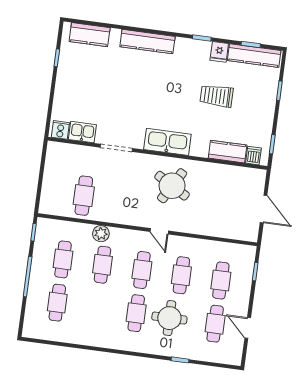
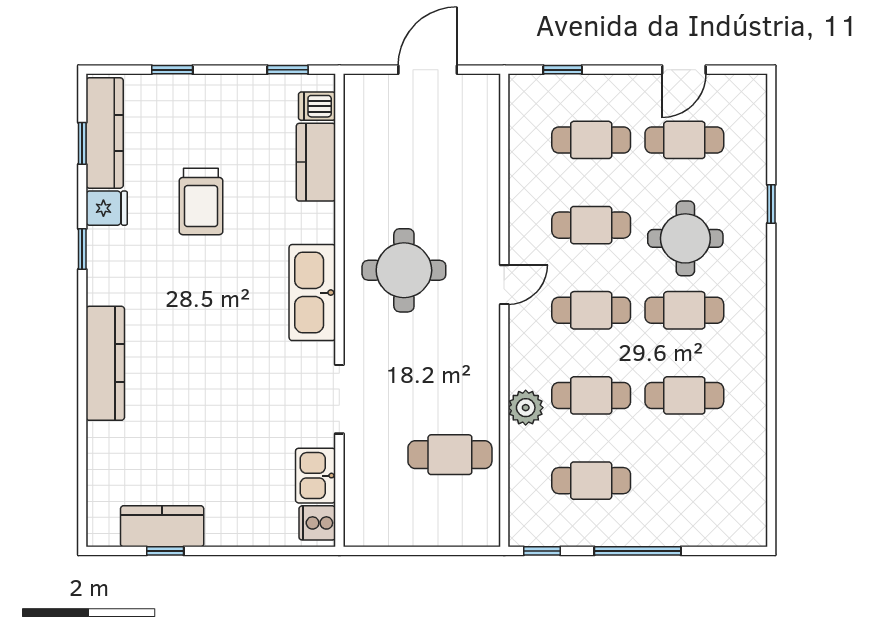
kitchen counter: (90, 35) -> (162, 526), moved, turned -90
round table: (172, 186) -> (404, 270), turned -30
cafe table: (57, 303) -> (684, 395), moved

